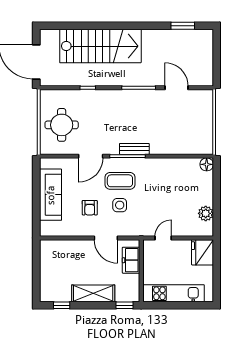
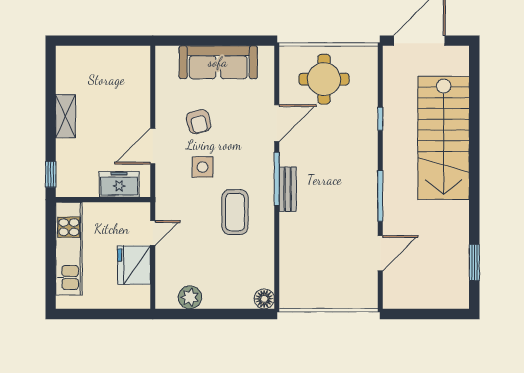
door: (91, 156) -> (277, 123), swing flipped
coffee table: (120, 181) -> (235, 212), moved
armchair: (90, 208) -> (199, 122), turned -104
door: (163, 238) -> (153, 233), hinge flipped
fridge: (202, 252) -> (134, 265), moved, turned -90
shelving: (93, 293) -> (65, 116), width x0.67, depth x0.75
window: (62, 305) -> (51, 79), removed

